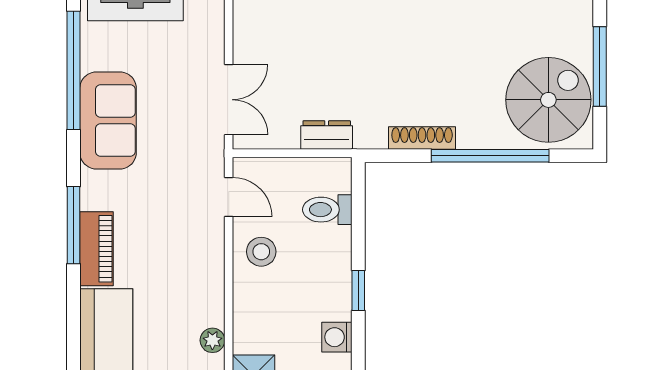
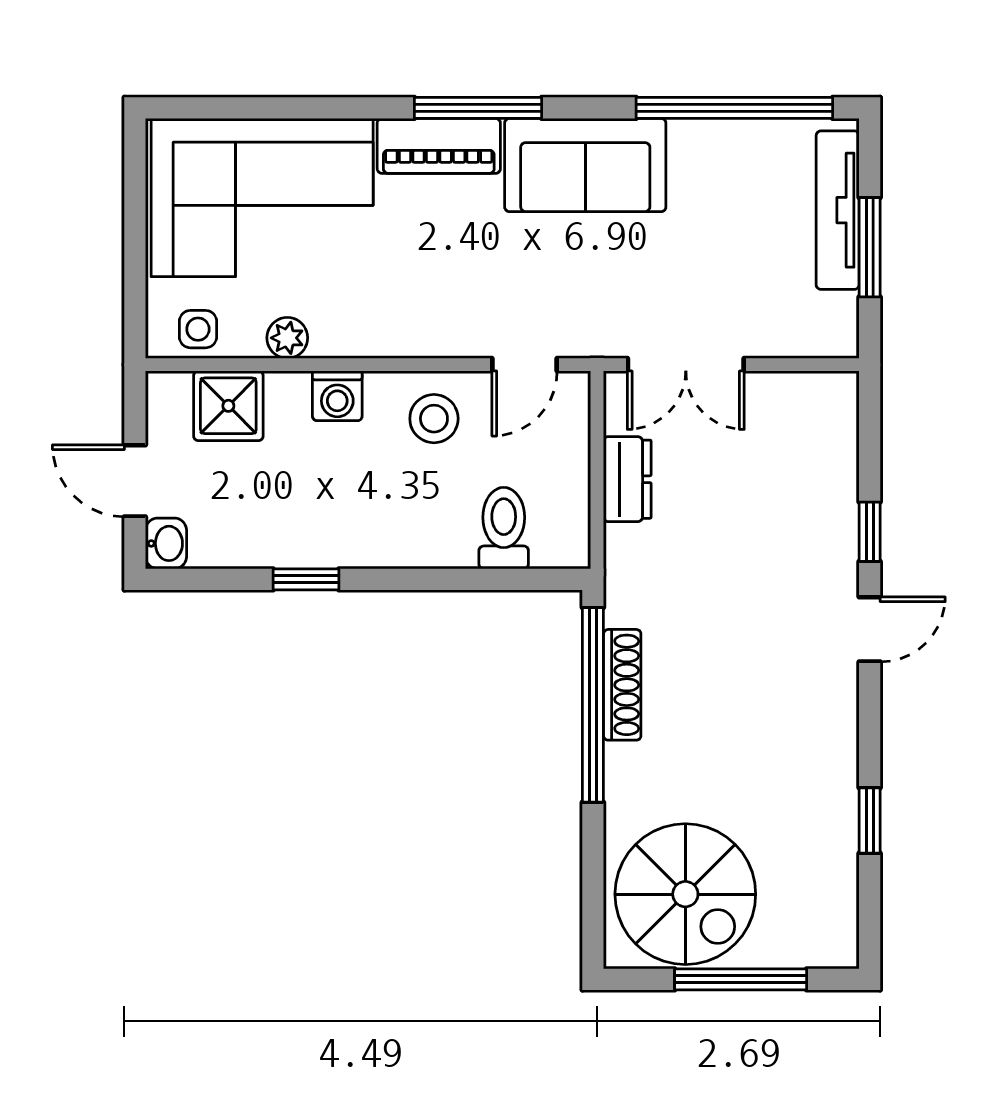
sofa: (108, 120) -> (585, 165), moved
dresser: (327, 135) -> (627, 479), moved
window: (490, 156) -> (593, 705), moved
window: (358, 291) -> (306, 579), moved
washing machine: (337, 337) -> (337, 396), moved, turned 180

